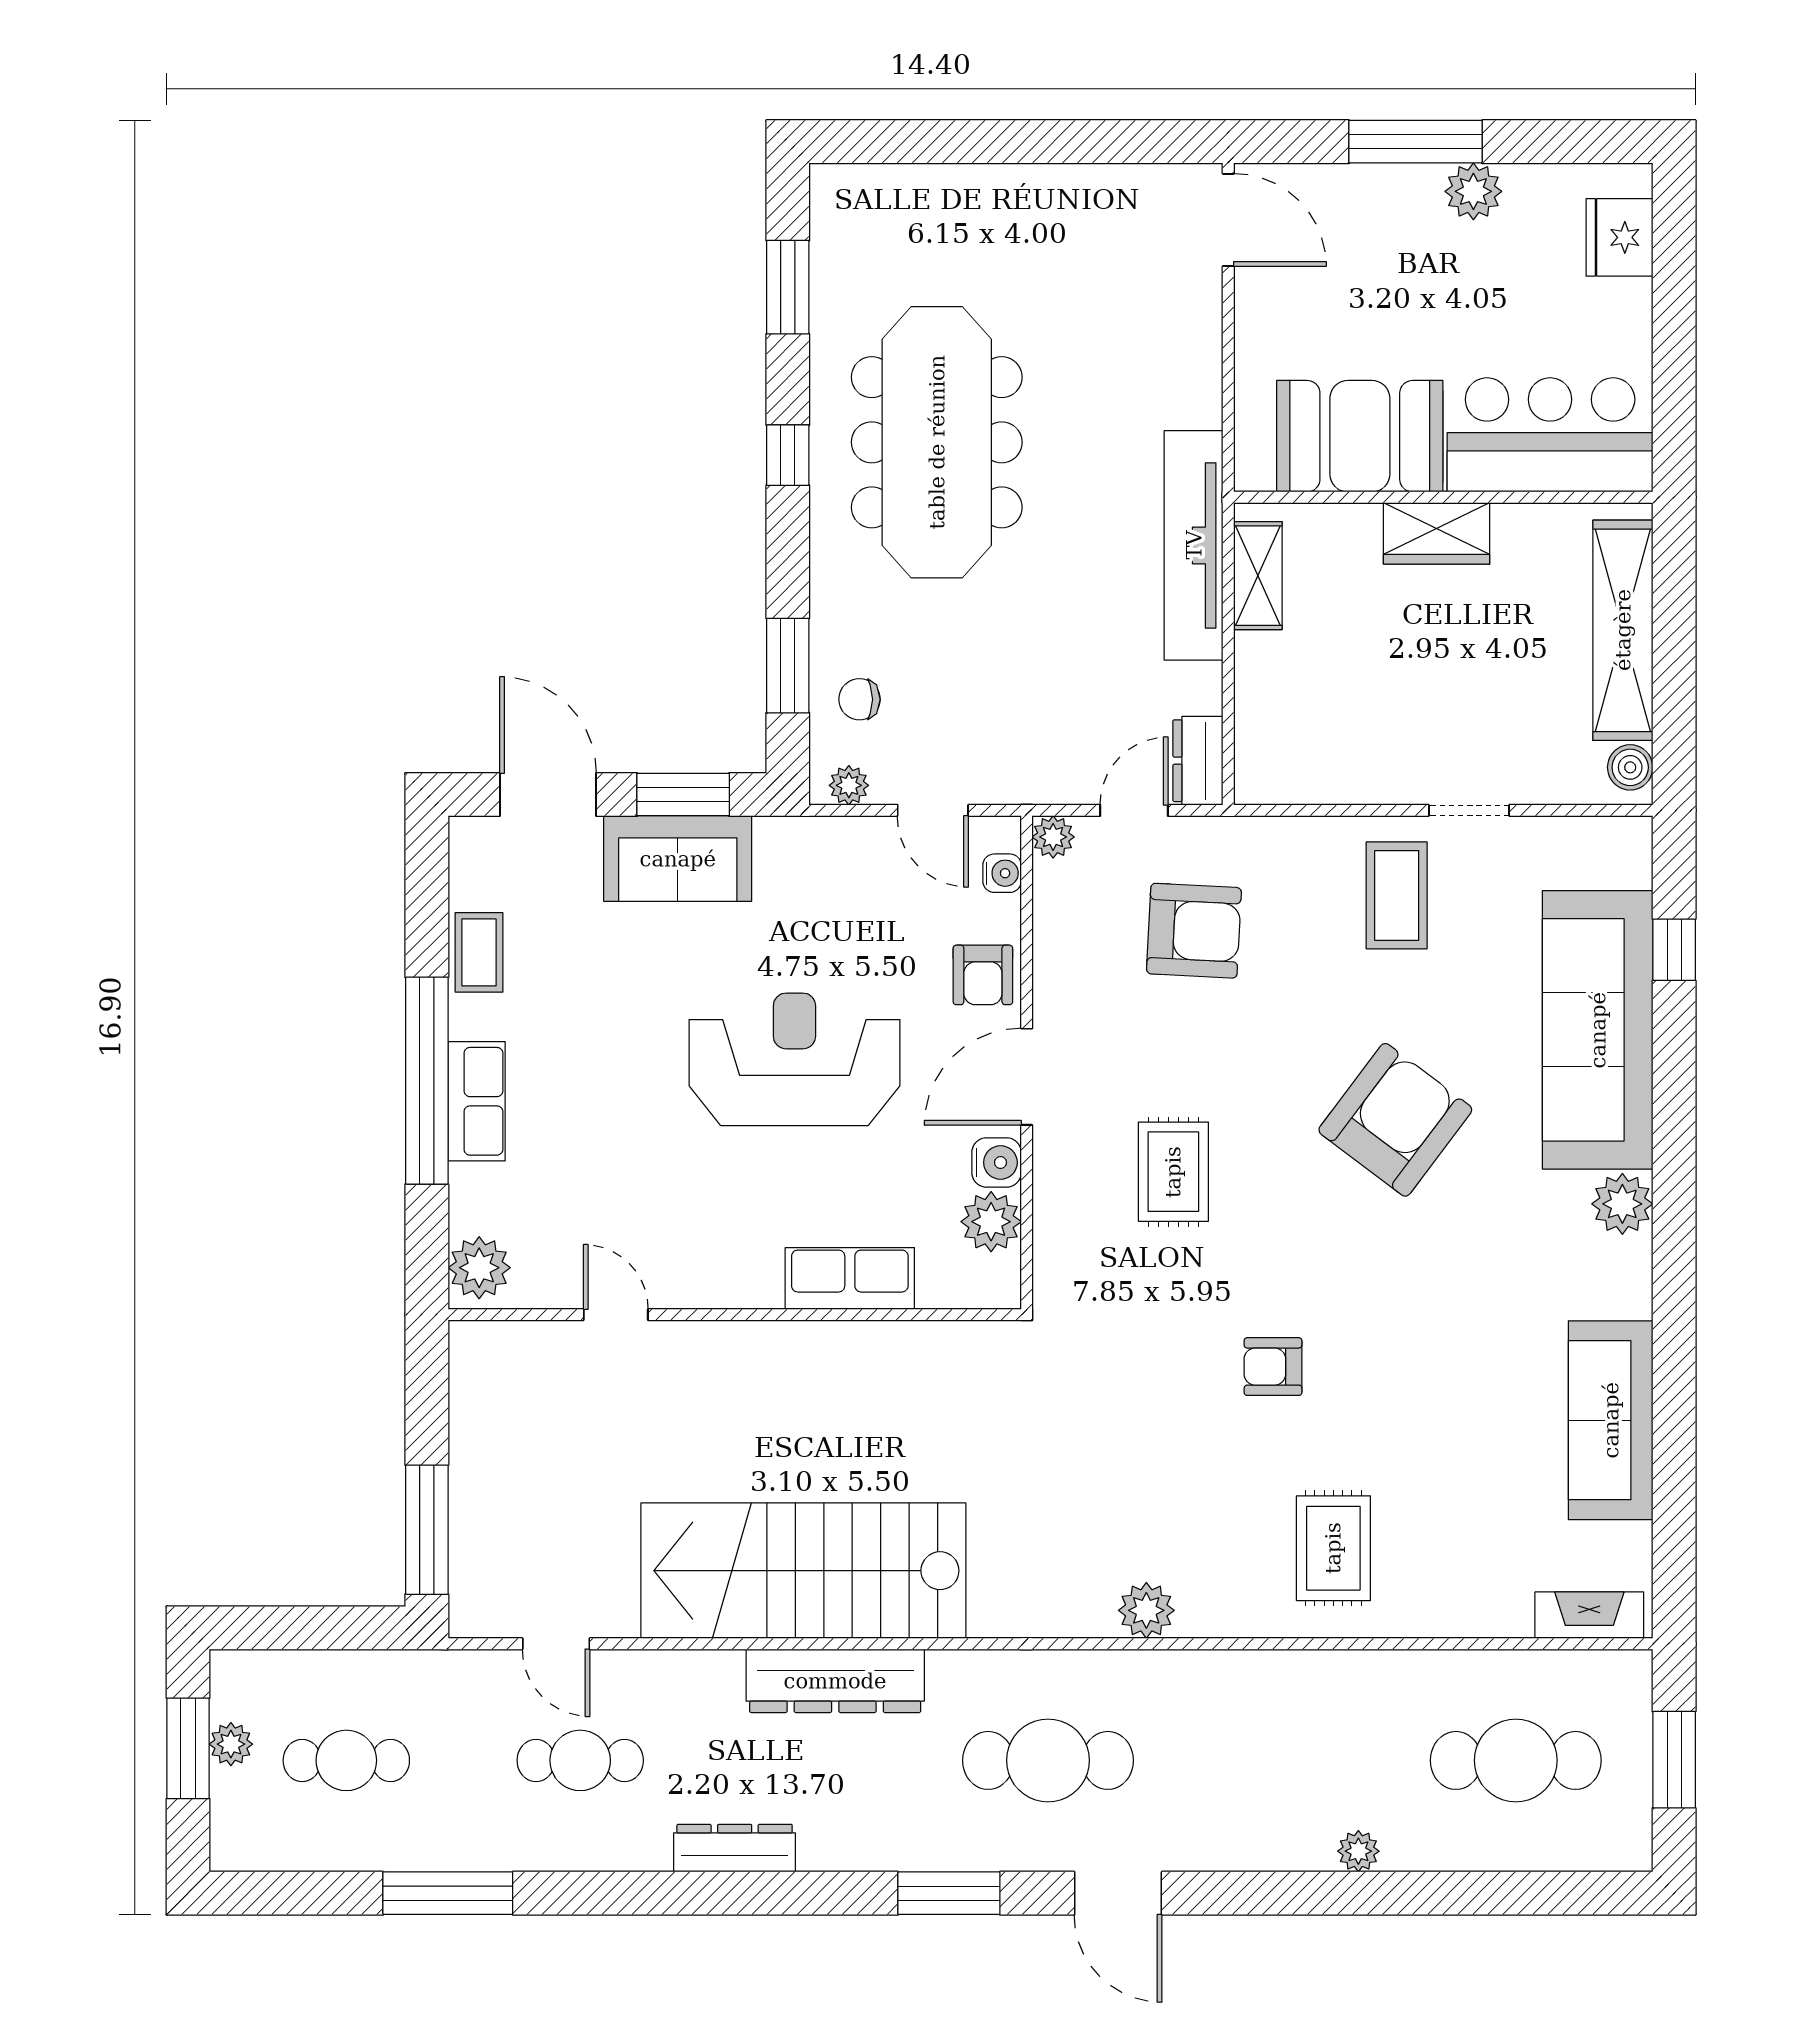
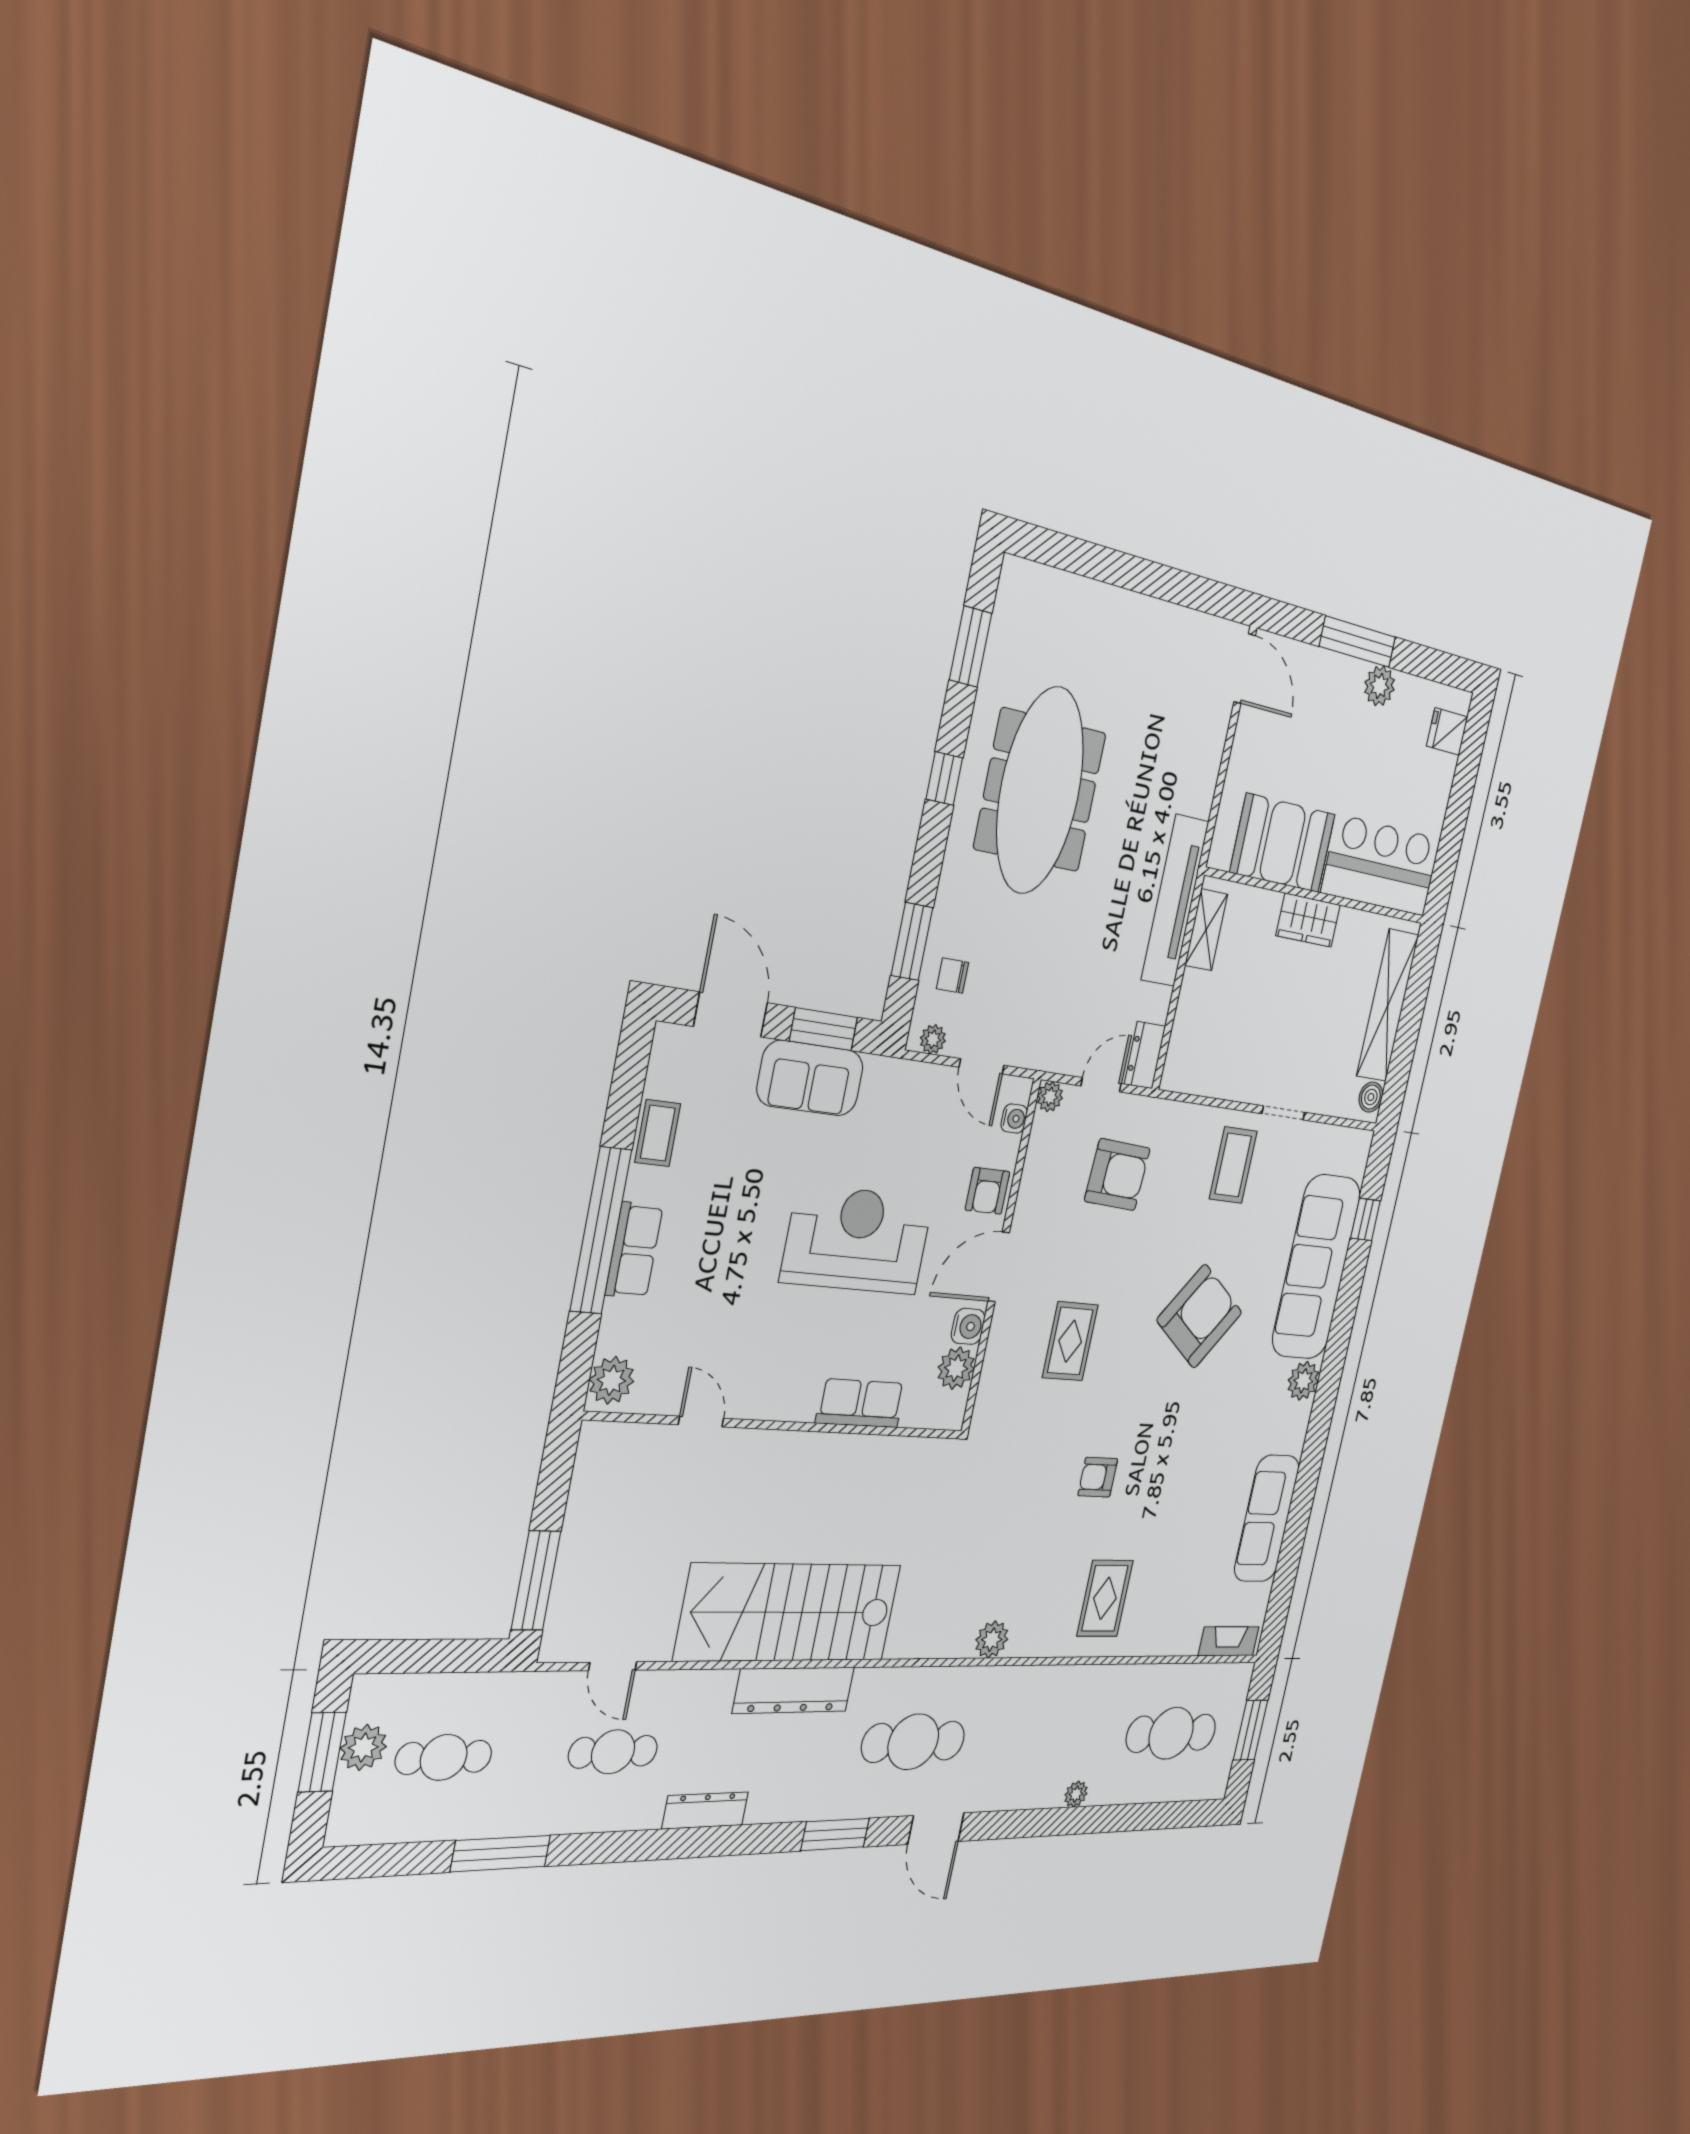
fridge: (1619, 237) -> (1447, 732), width x0.72
plant: (231, 1744) -> (363, 1747), width x1.38, depth x1.38

